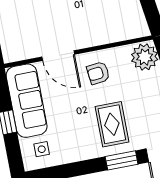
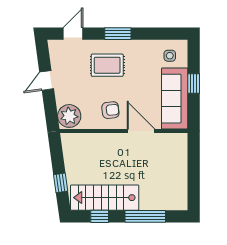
rug: (112, 124) -> (107, 65), turned 90
window: (122, 160) -> (118, 34), moved

